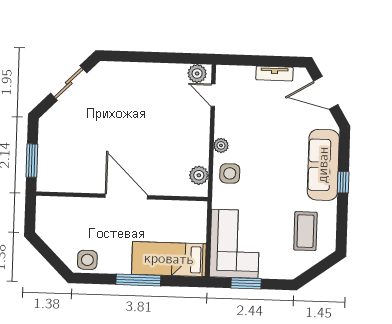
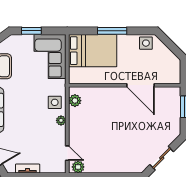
door: (126, 196) -> (141, 85), moved
bed: (169, 259) -> (93, 51), width x1.50
window: (246, 283) -> (31, 31), moved

